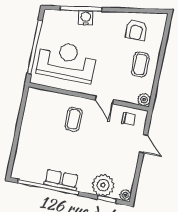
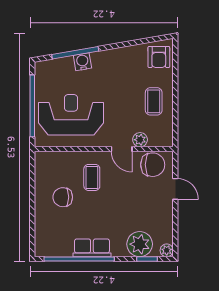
armchair: (136, 30) -> (159, 57), moved
plant: (144, 100) -> (140, 140), moved
chair: (128, 119) -> (153, 165), width x1.87, depth x1.87
chair: (45, 131) -> (63, 197), added

